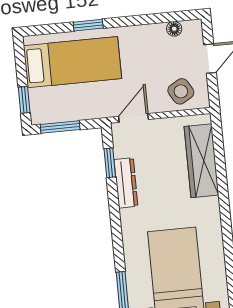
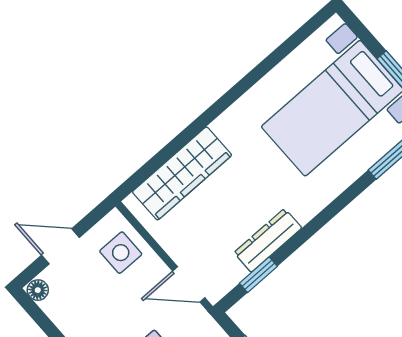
floor lamp: (174, 29) -> (38, 290), moved
side table: (181, 91) -> (121, 253), turned 31

